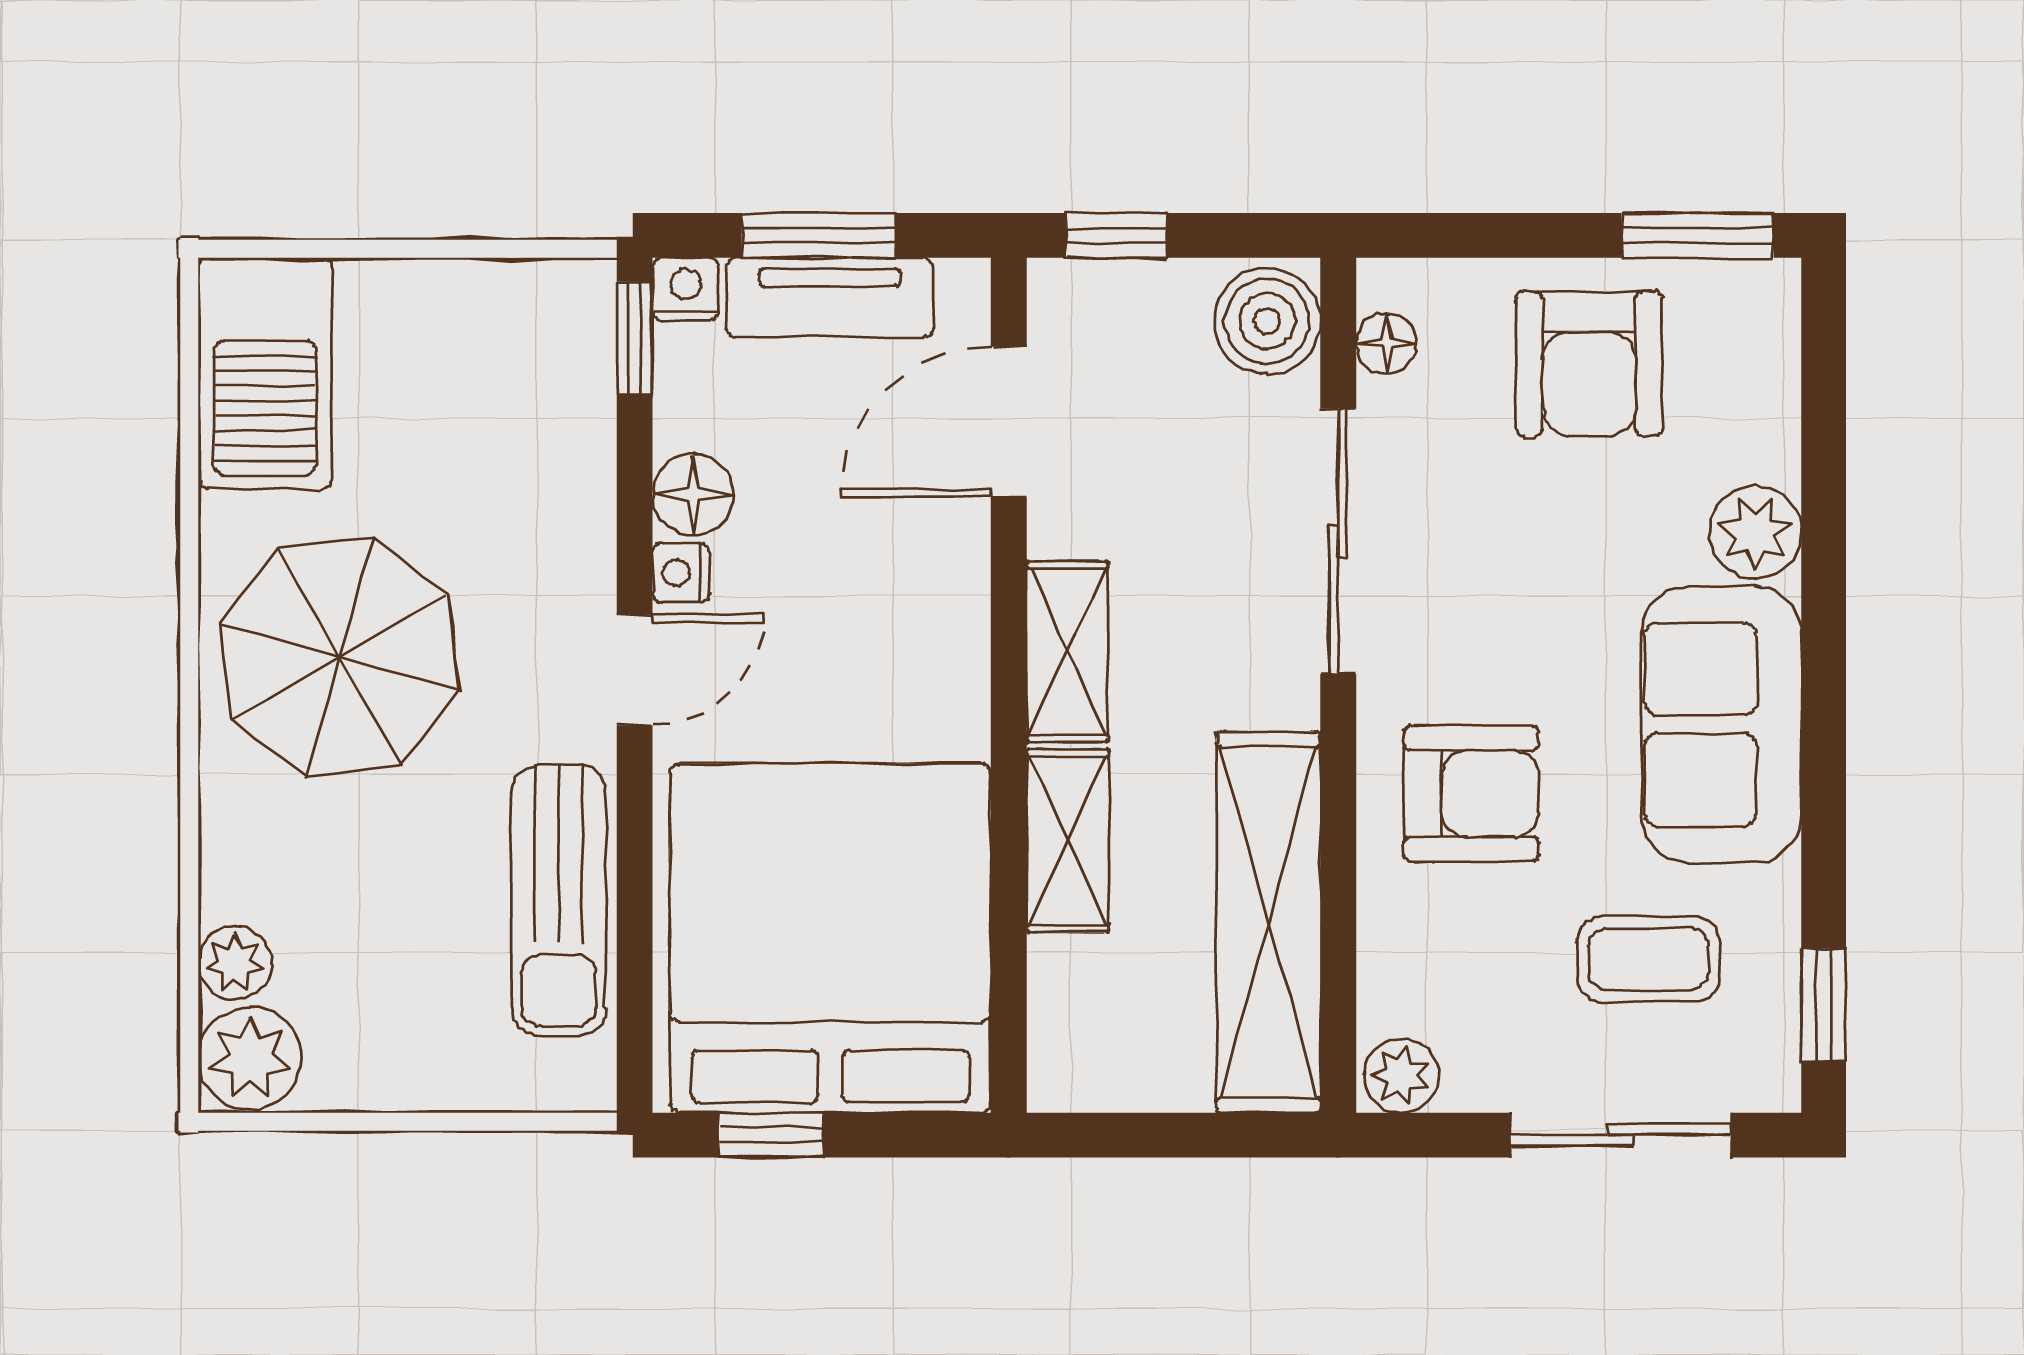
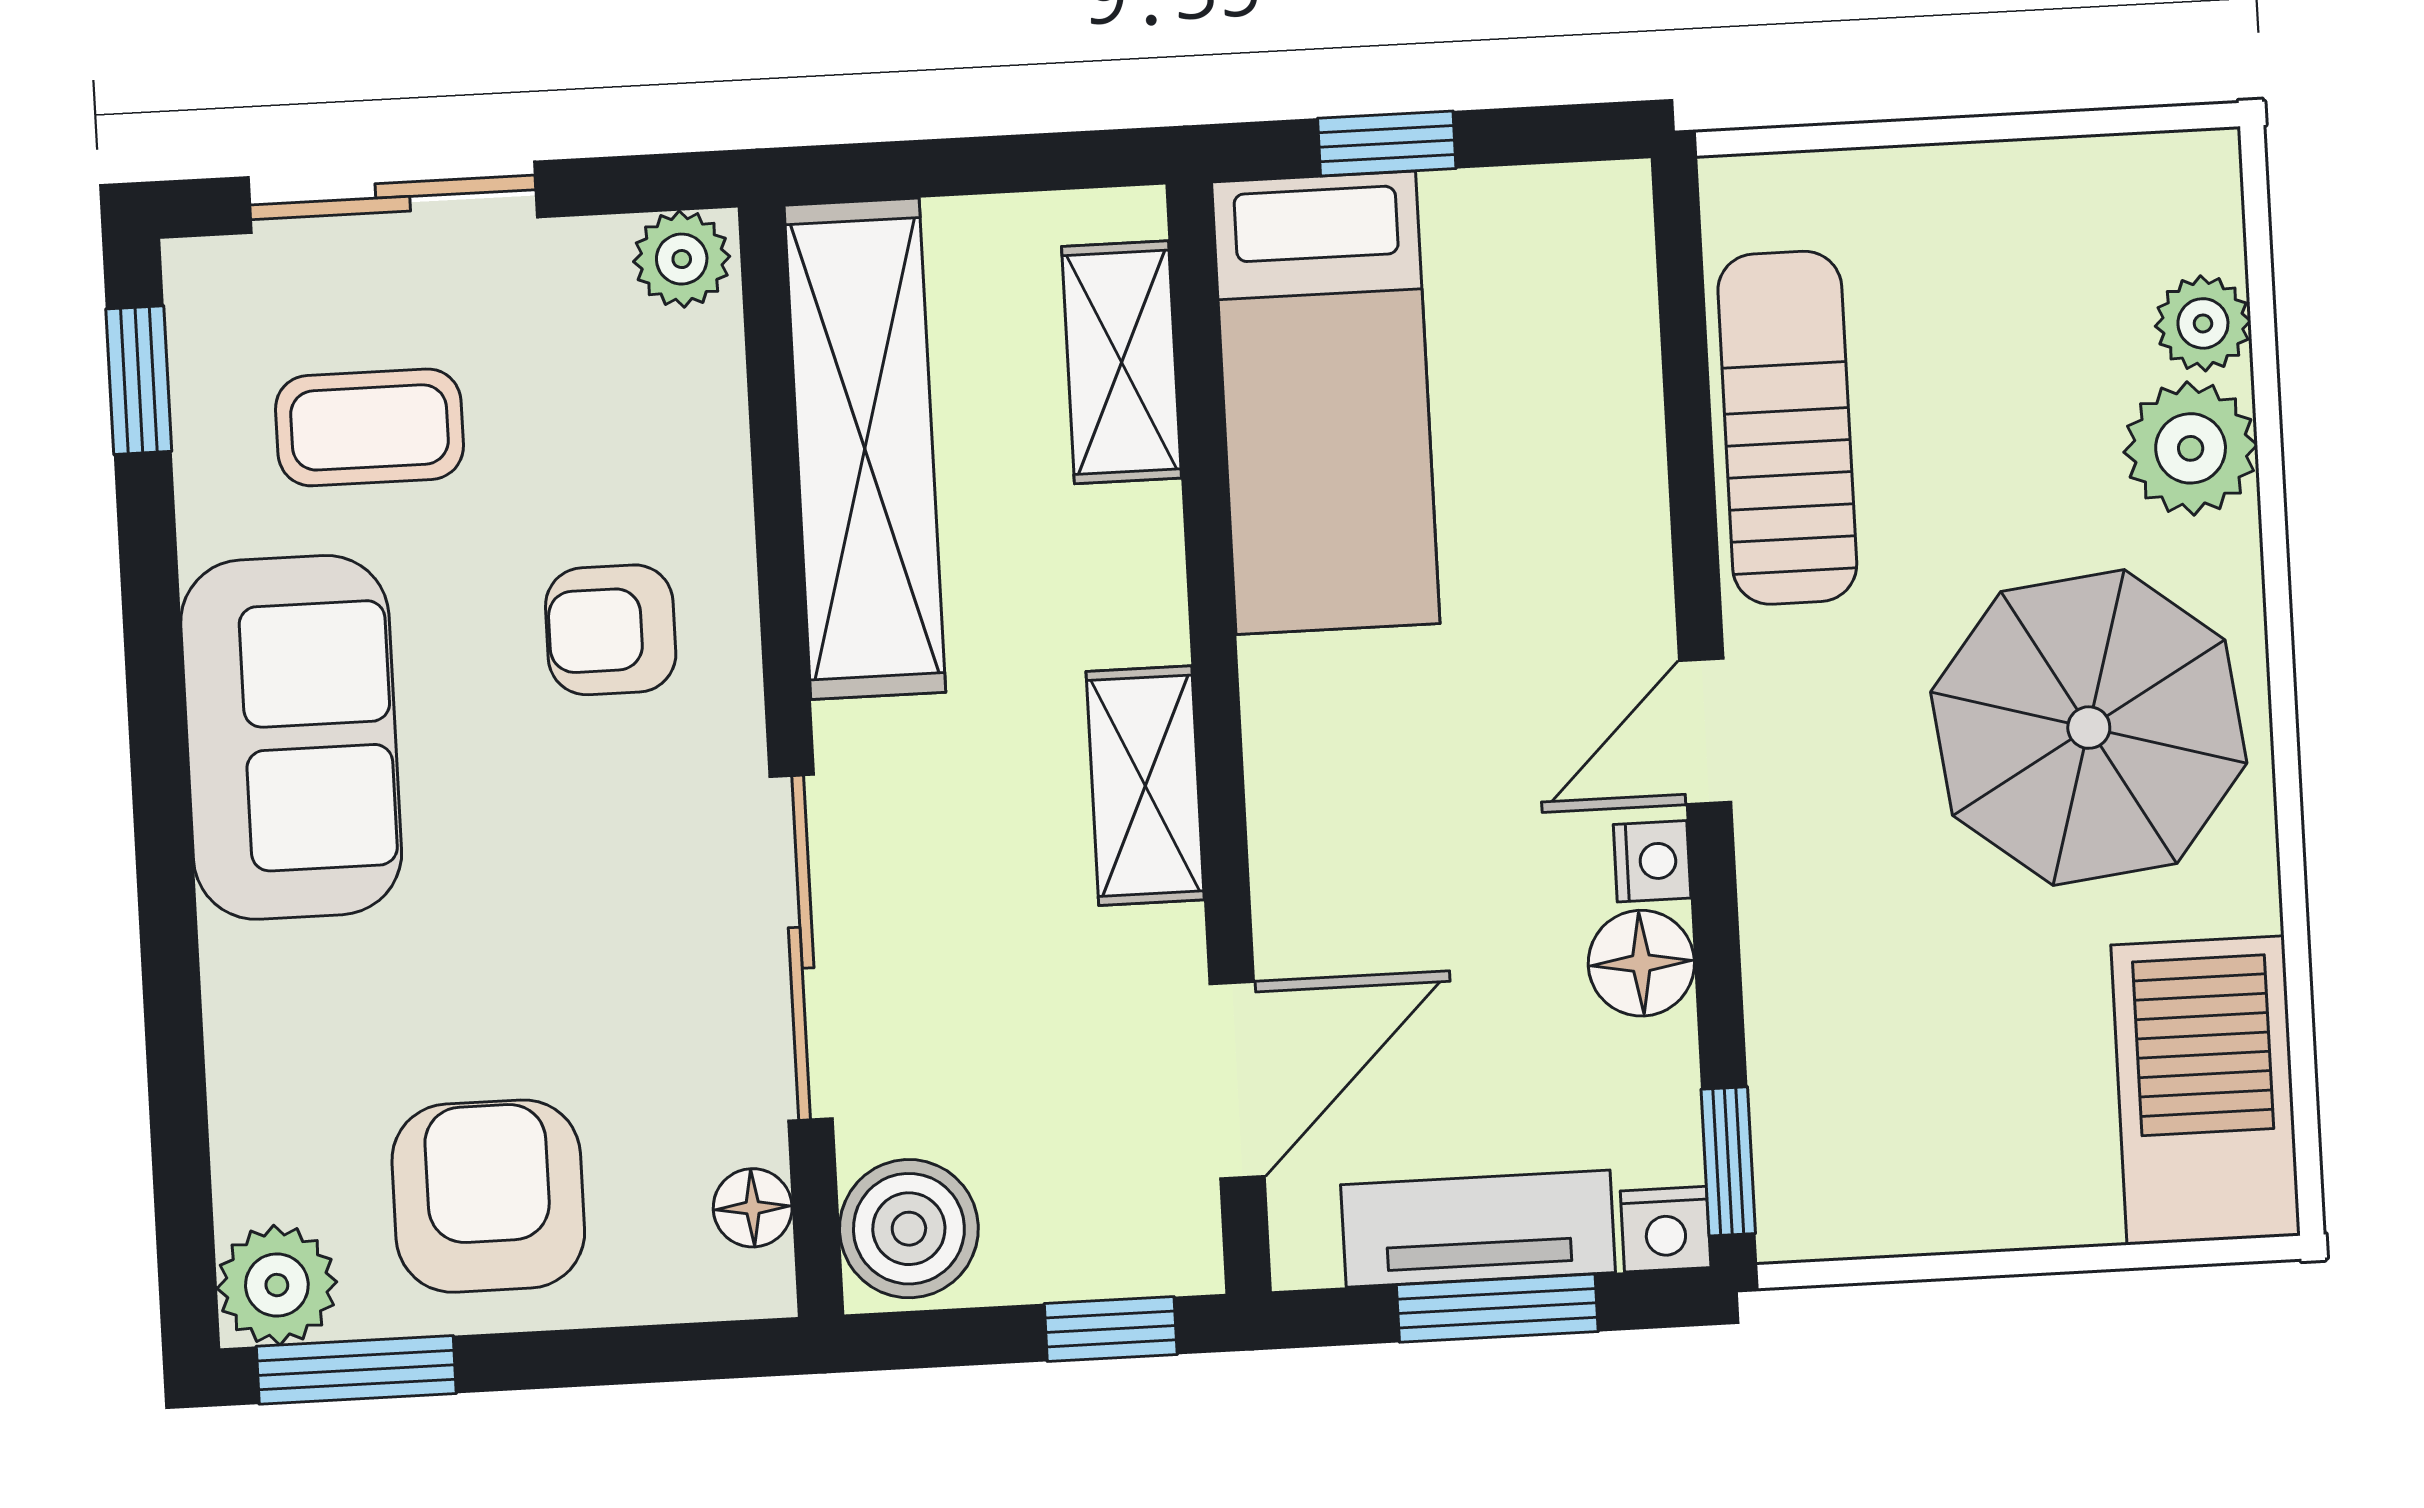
plant: (1755, 532) -> (277, 1285), moved
armchair: (1471, 794) -> (611, 630), width x0.72, depth x0.72
shelving: (1068, 841) -> (1121, 362), moved
bed: (830, 938) -> (1326, 403), width x0.49
plant: (250, 1058) -> (2191, 448), moved
window: (771, 1135) -> (1387, 143), moved

